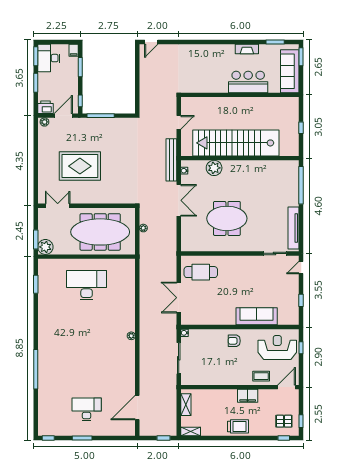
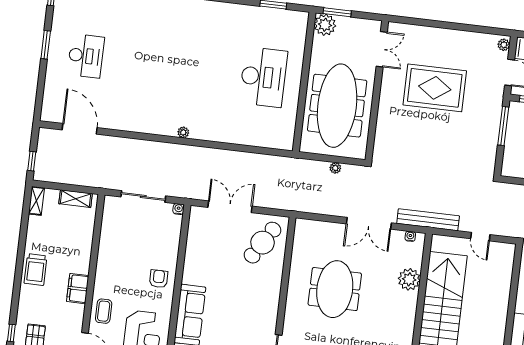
rug: (80, 166) -> (435, 88), turned 90
cafe table: (201, 272) -> (263, 243), turned 32

